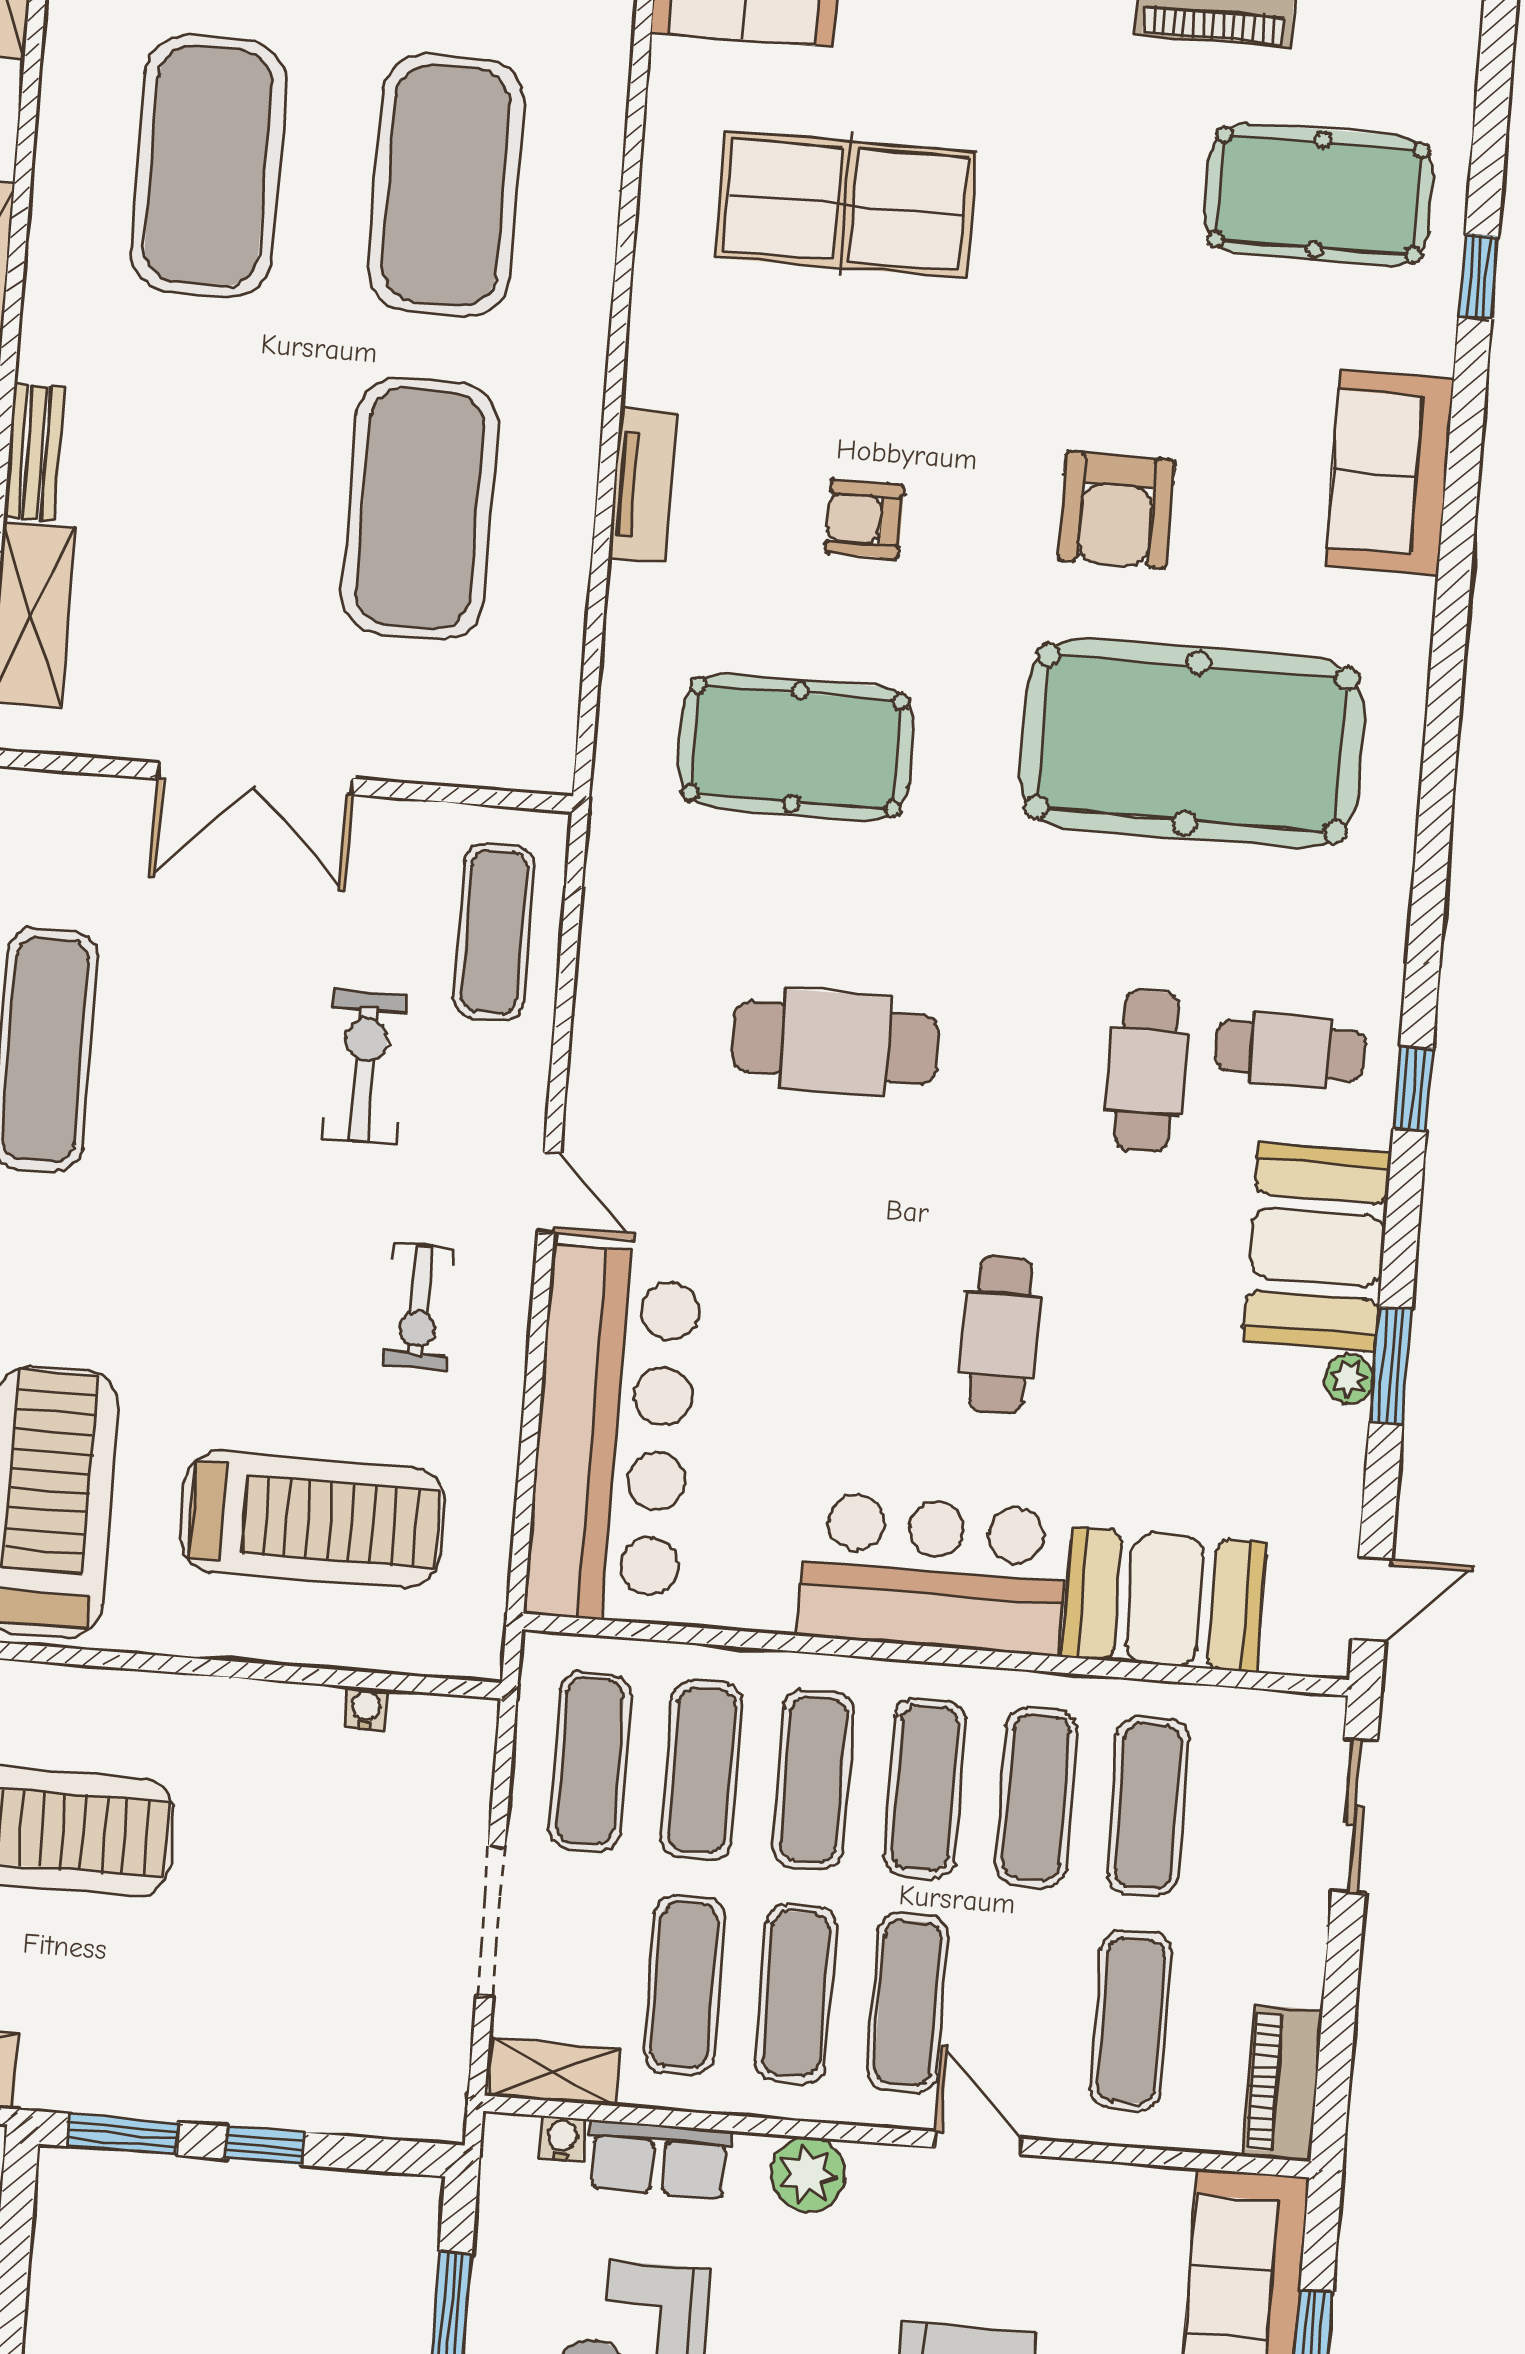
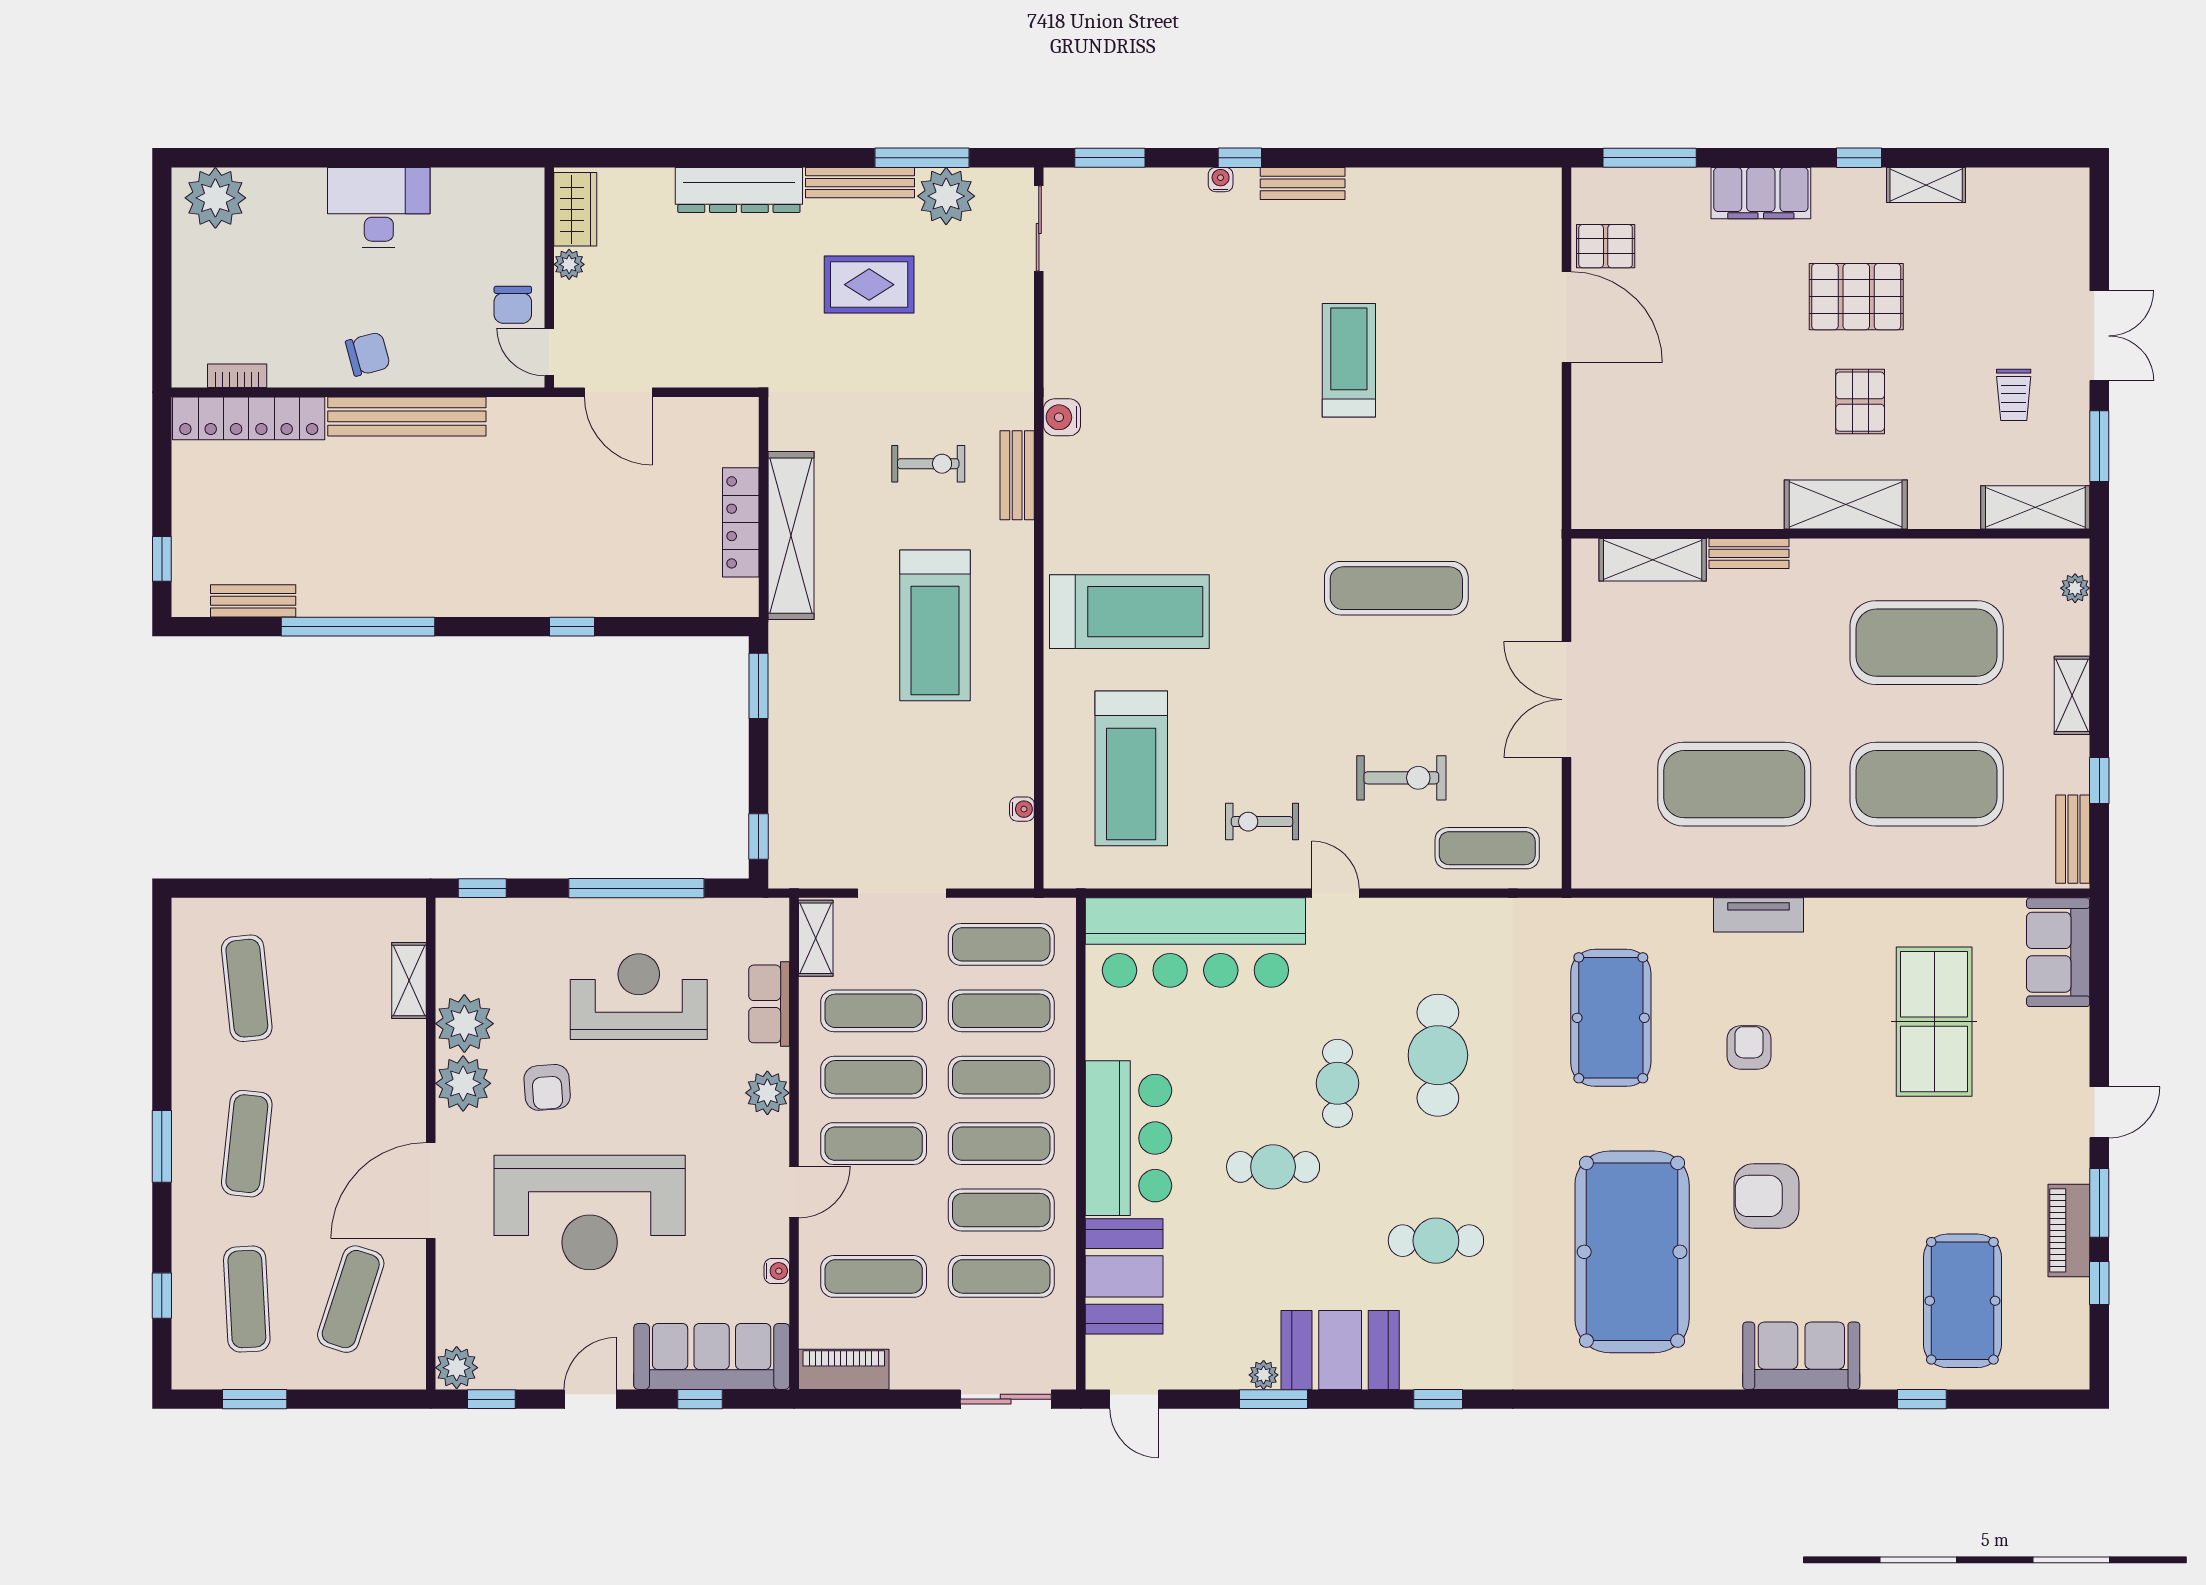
cafe table: (1290, 1051) -> (1338, 1083), moved
door: (549, 1193) -> (1336, 893), swing flipped
water cooler: (562, 2139) -> (777, 1271), moved
window: (264, 2146) -> (758, 837), moved

